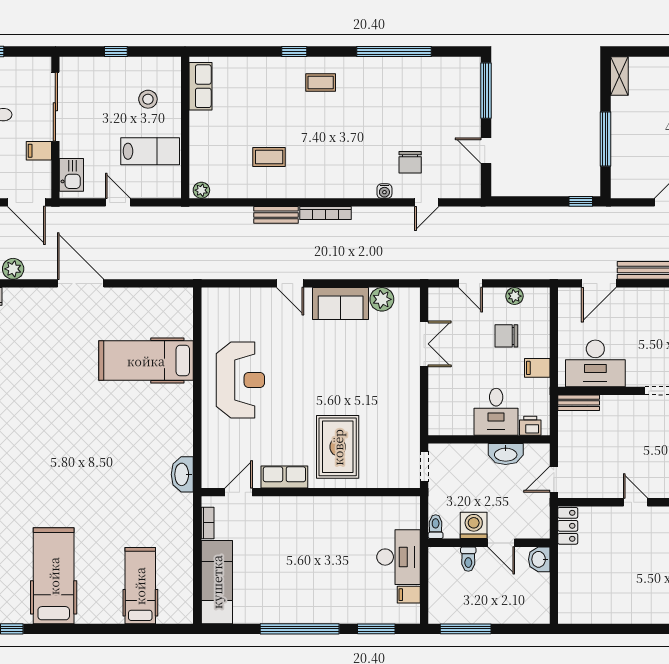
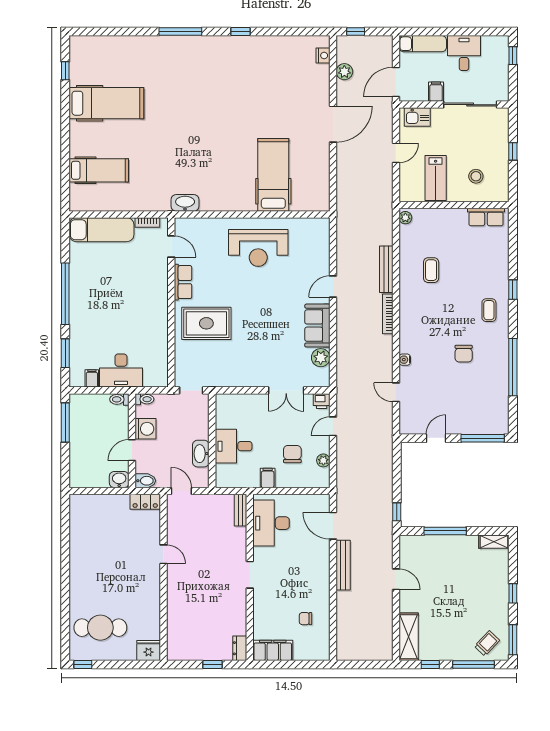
chair: (410, 162) -> (464, 354), moved, turned -90
bench: (276, 215) -> (386, 269), width x1.36
printer: (530, 426) -> (322, 401), moved, turned 90
door: (635, 502) -> (163, 554), hinge flipped
bidet: (541, 526) -> (145, 481), added
toilet: (468, 559) -> (119, 399), moved

